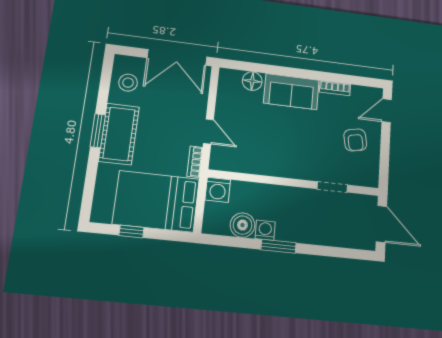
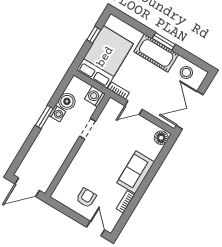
floor lamp: (252, 81) -> (161, 138), moved
armchair: (355, 140) -> (86, 198), turned 101
doorway: (332, 187) -> (88, 129), moved

